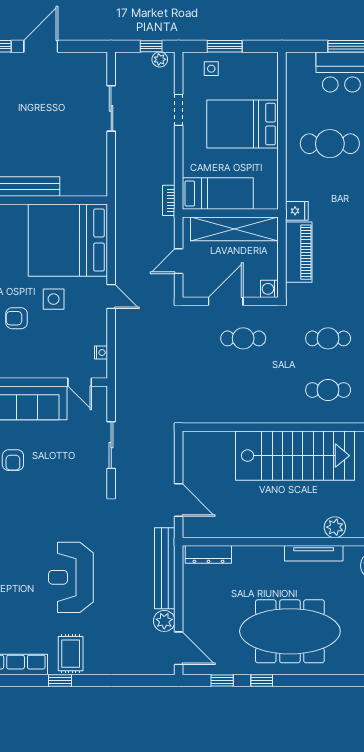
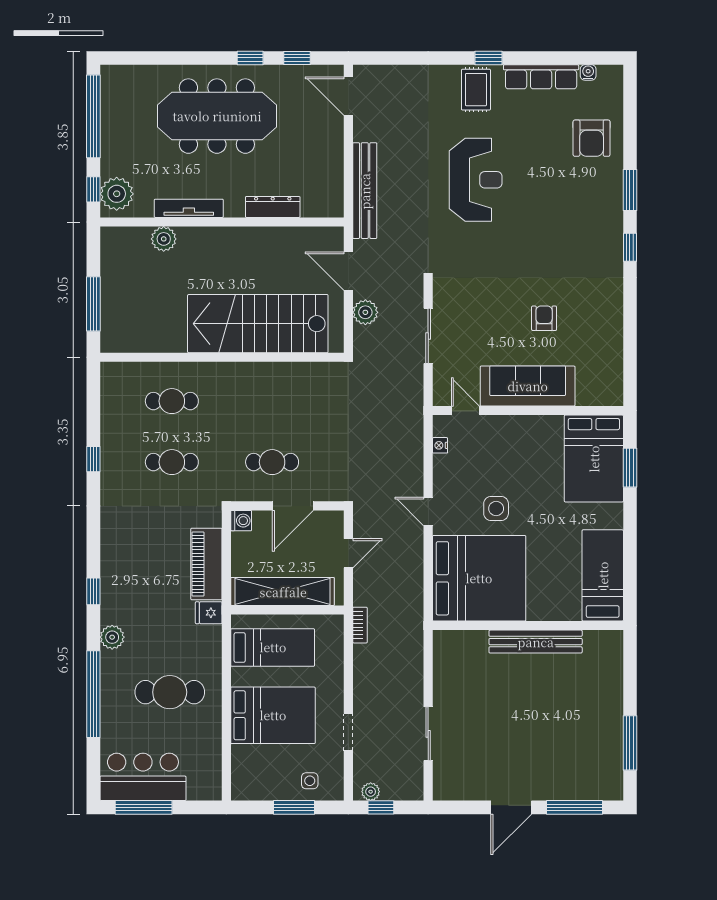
bed: (218, 193) -> (273, 647), moved, turned 180
armchair: (17, 318) -> (540, 486), removed
stairs: (295, 456) -> (258, 324), moved
dresser: (208, 554) -> (273, 207), moved
plant: (164, 621) -> (365, 312), moved

